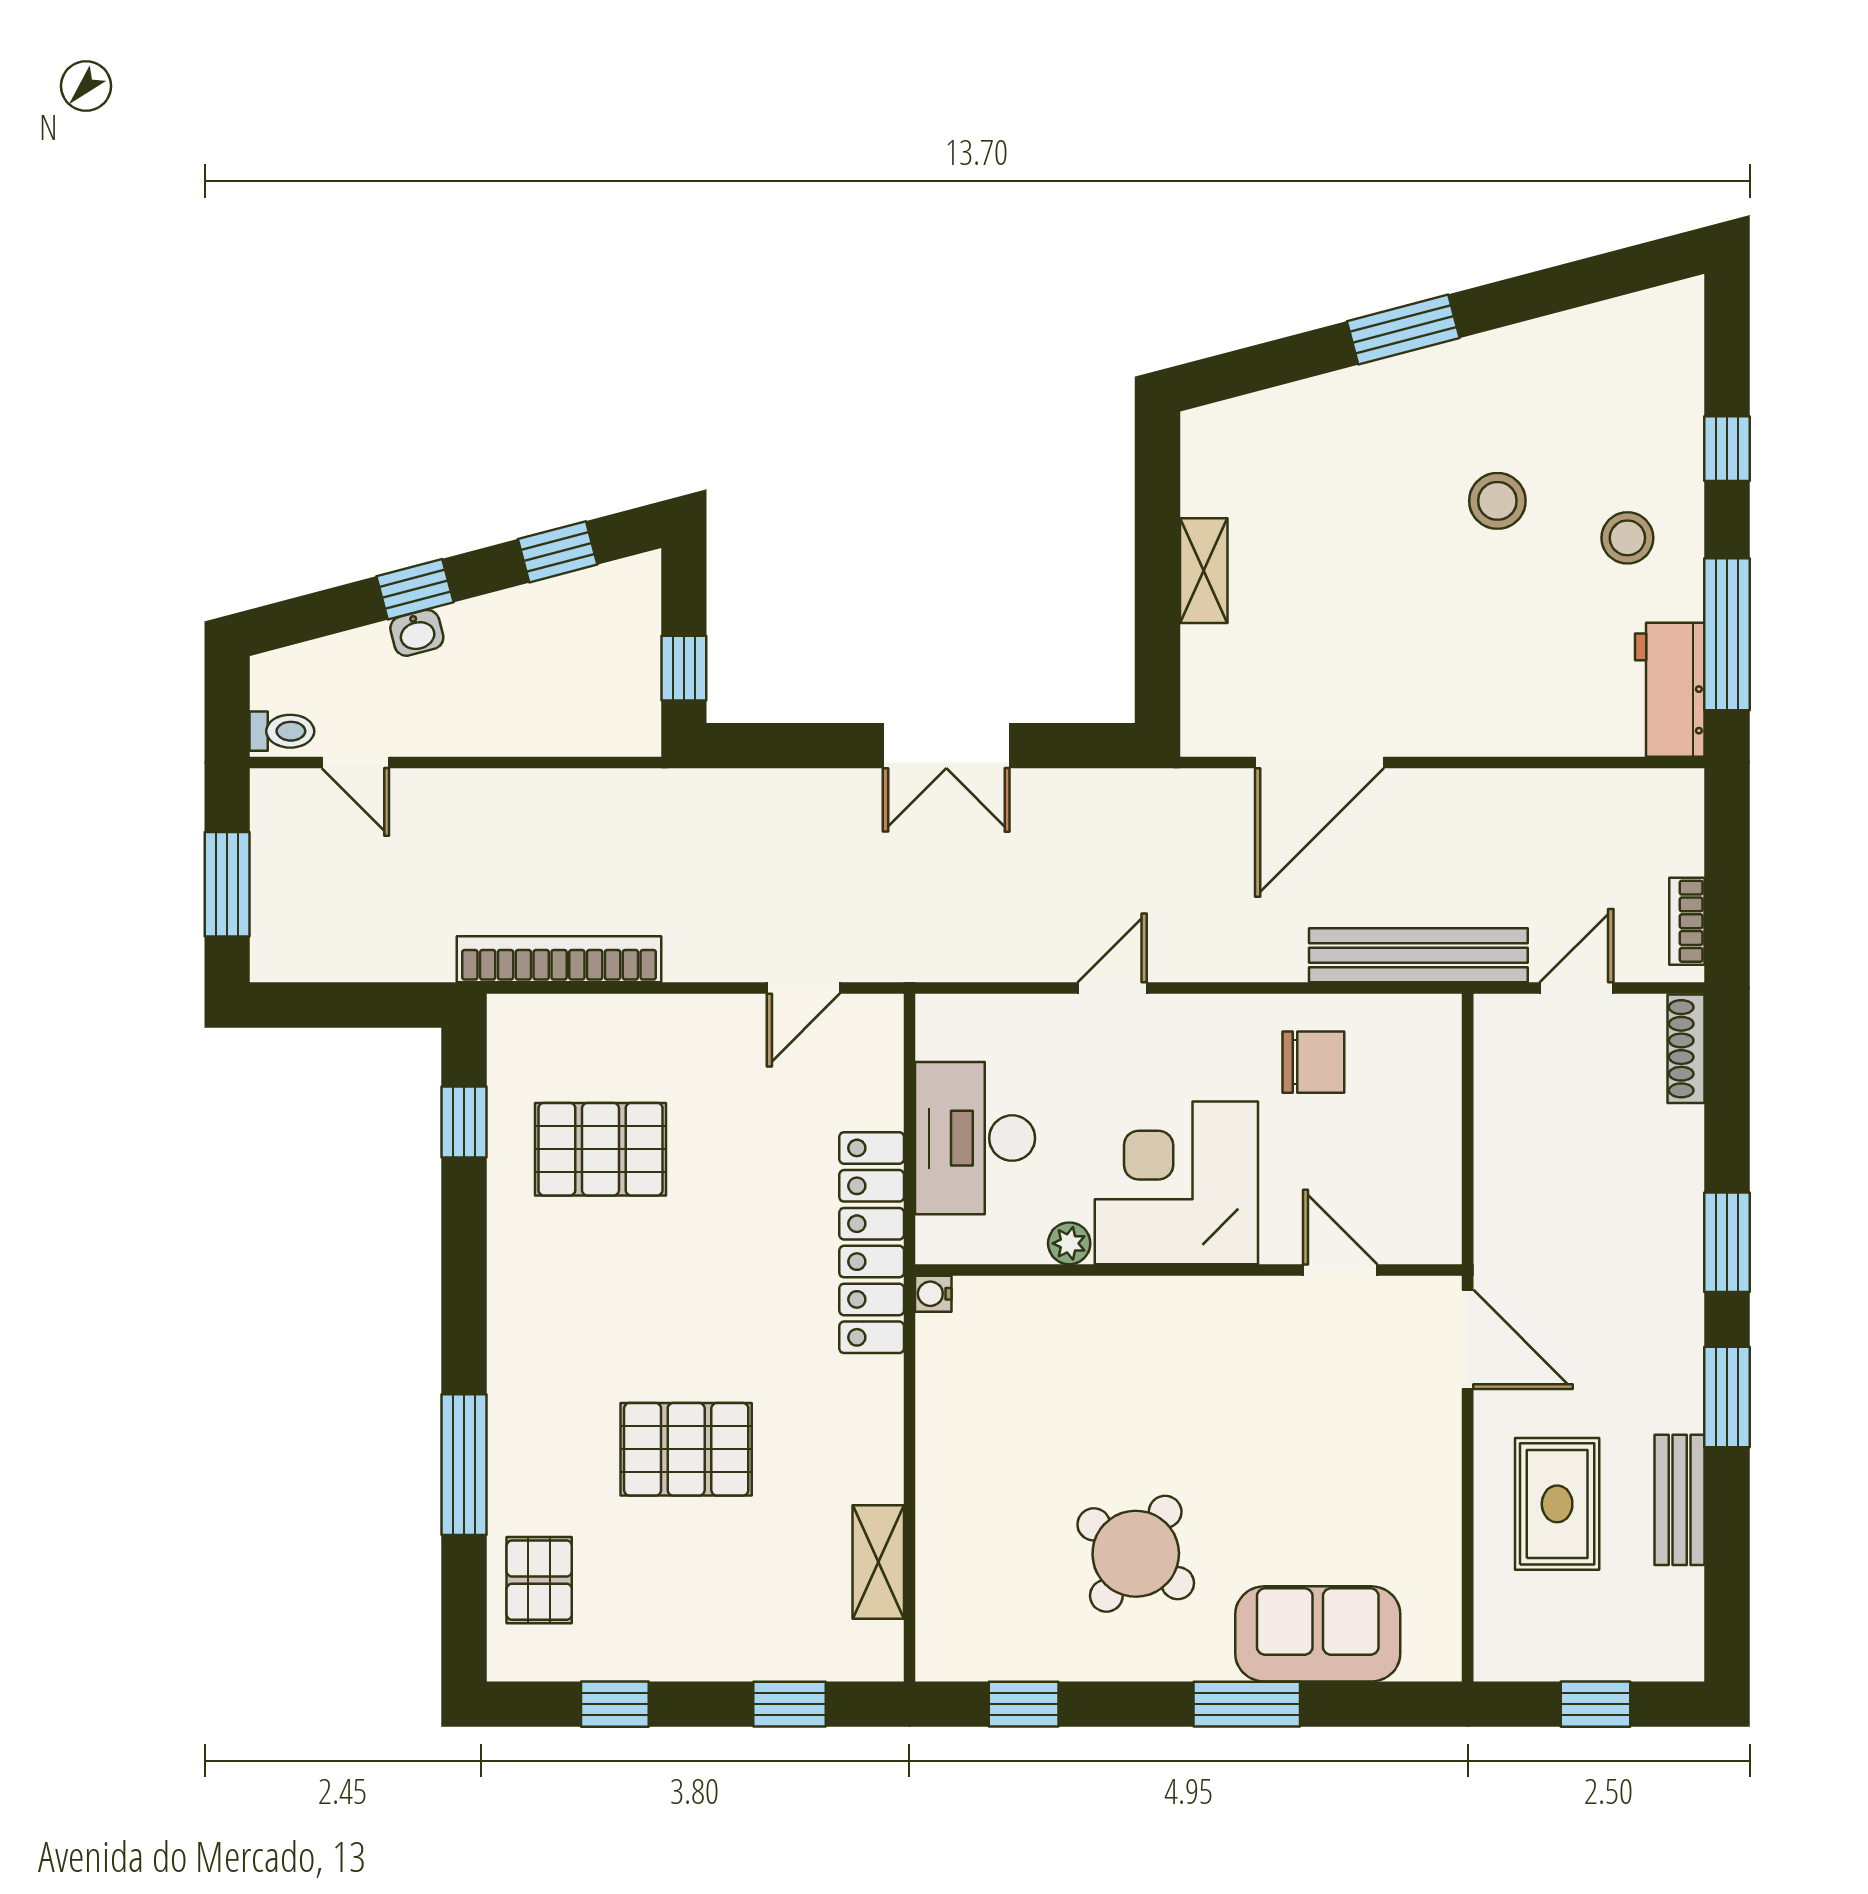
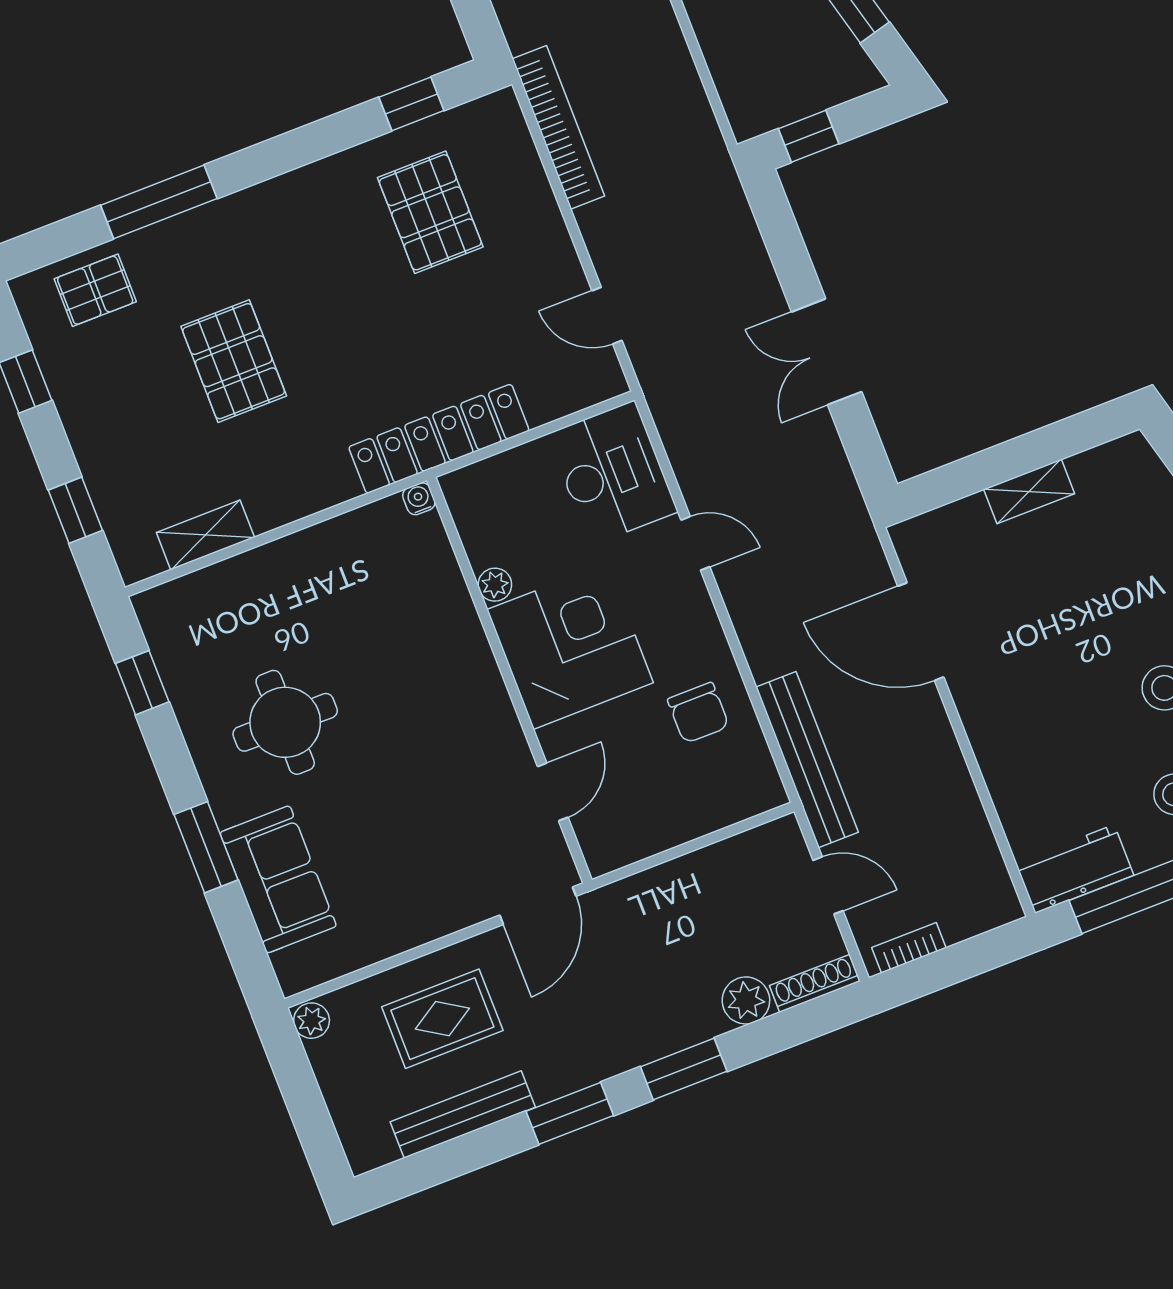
plant: (1675, 1137) -> (746, 1000), added
desk: (975, 1138) -> (612, 473), moved, turned 90
bench: (1680, 1500) -> (463, 1115), width x1.36
round table: (1136, 1554) -> (285, 722), turned -35
plant: (1500, 1659) -> (312, 1021), added
window: (1596, 1704) -> (306, 1104), removed

